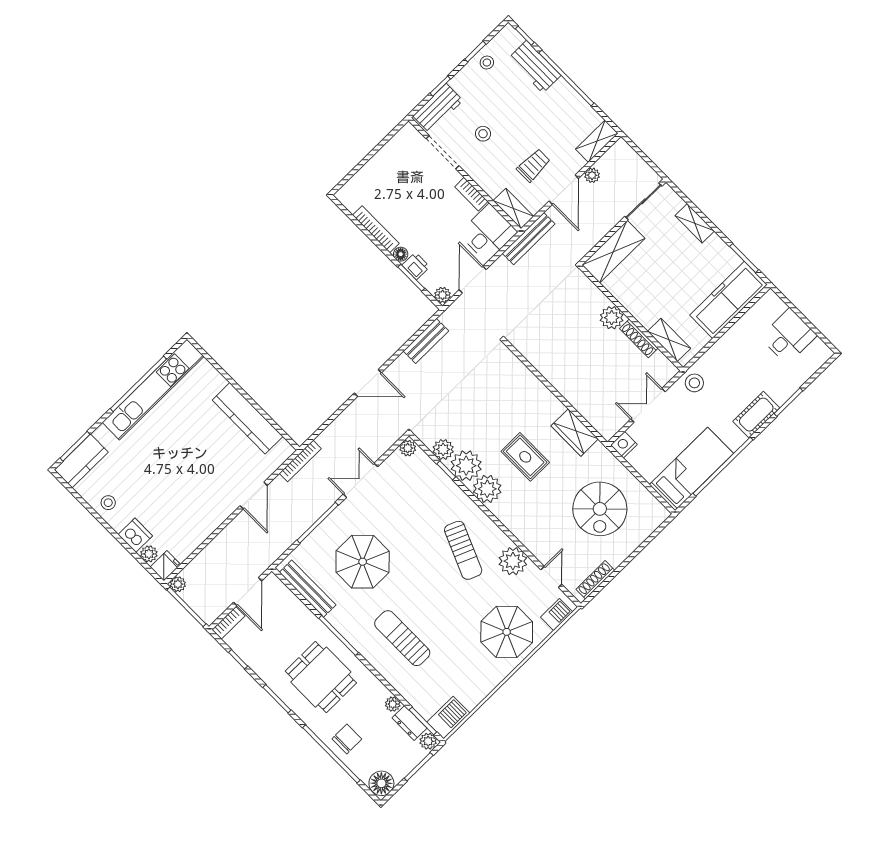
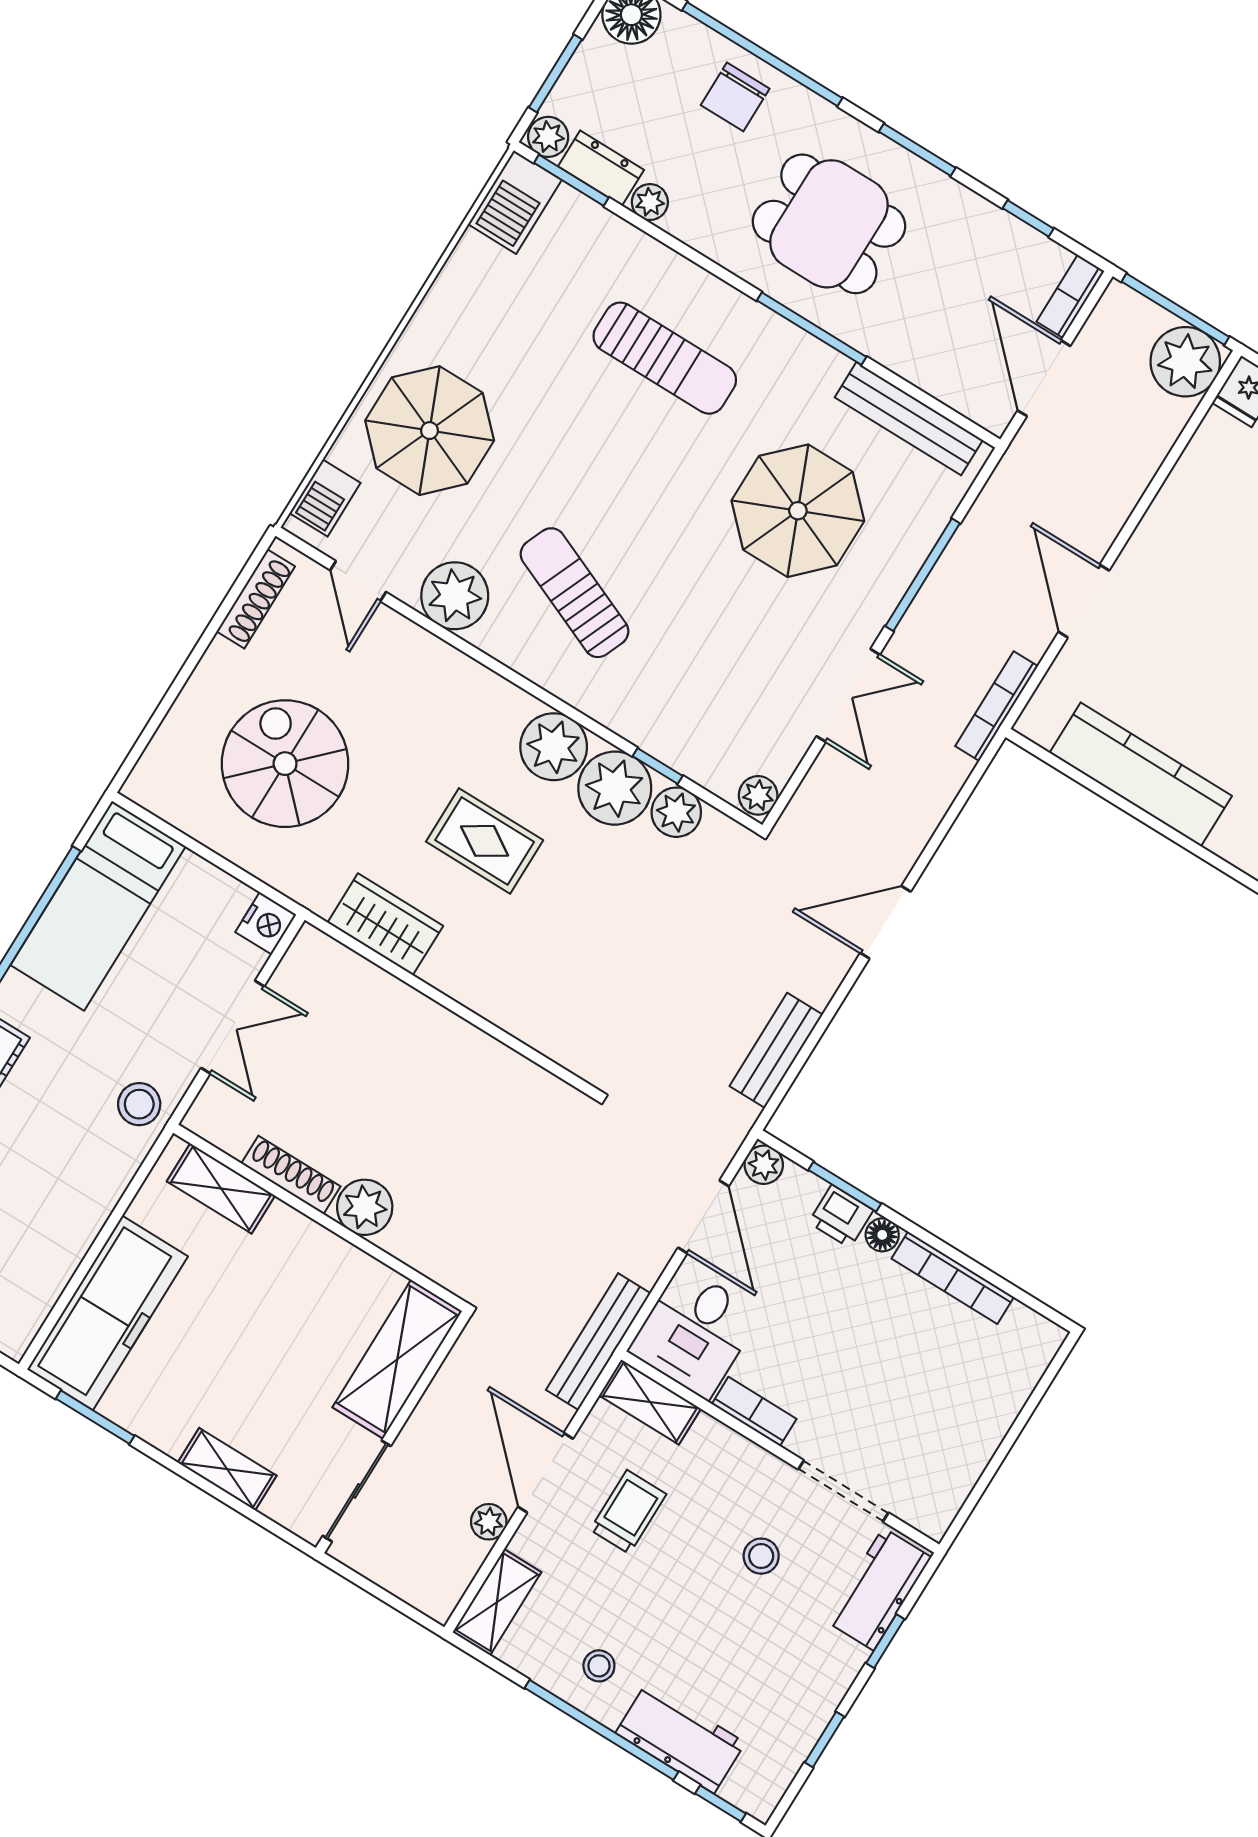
stool: (487, 63) -> (599, 1666), moved
trolley: (533, 165) -> (628, 1512), turned 180
plant: (178, 584) -> (1185, 362), width x1.88, depth x1.88

